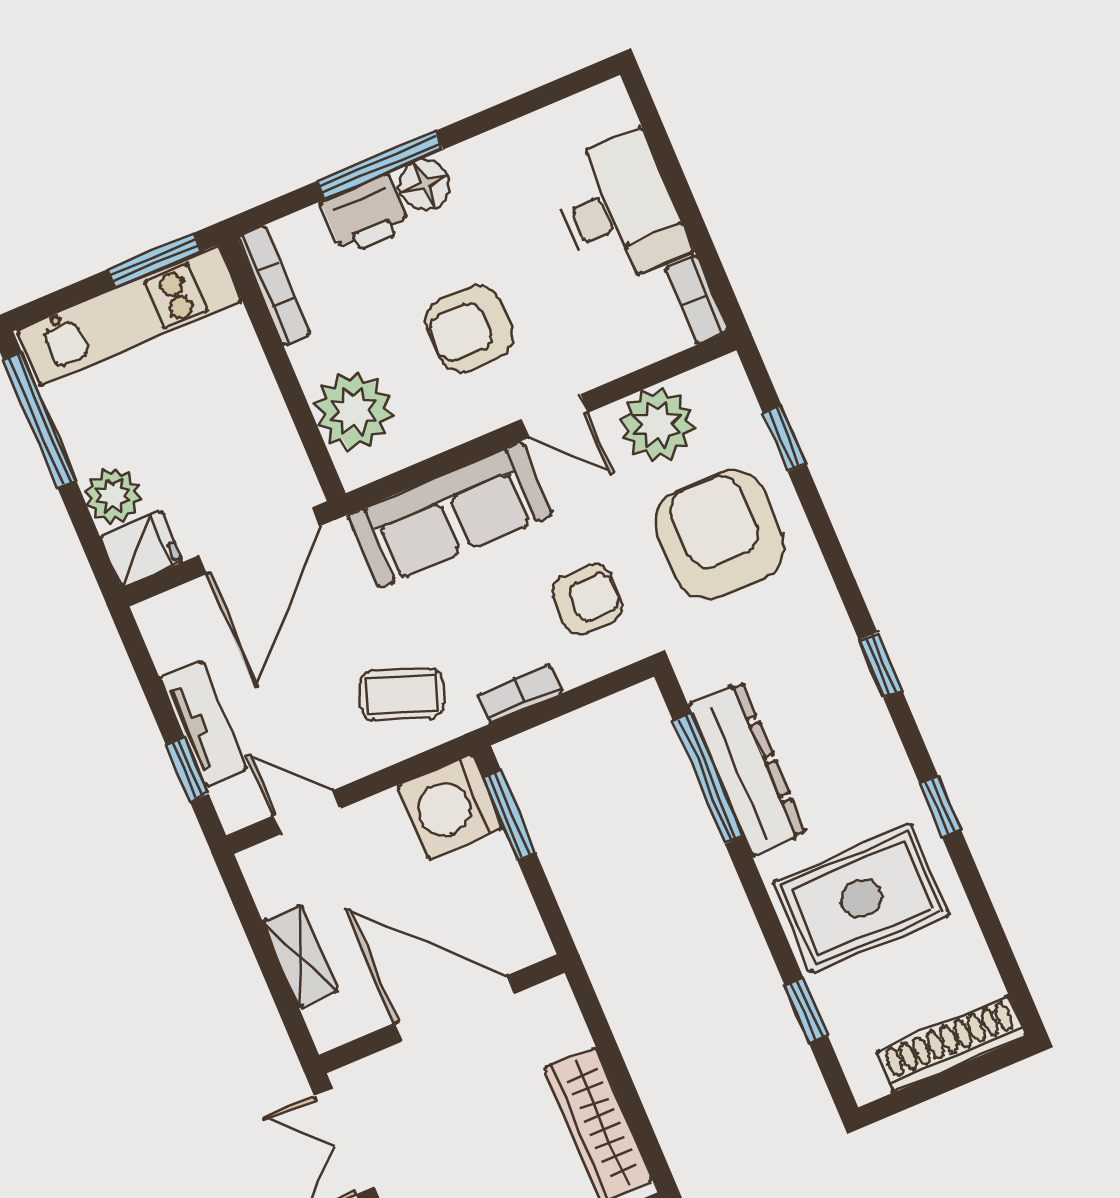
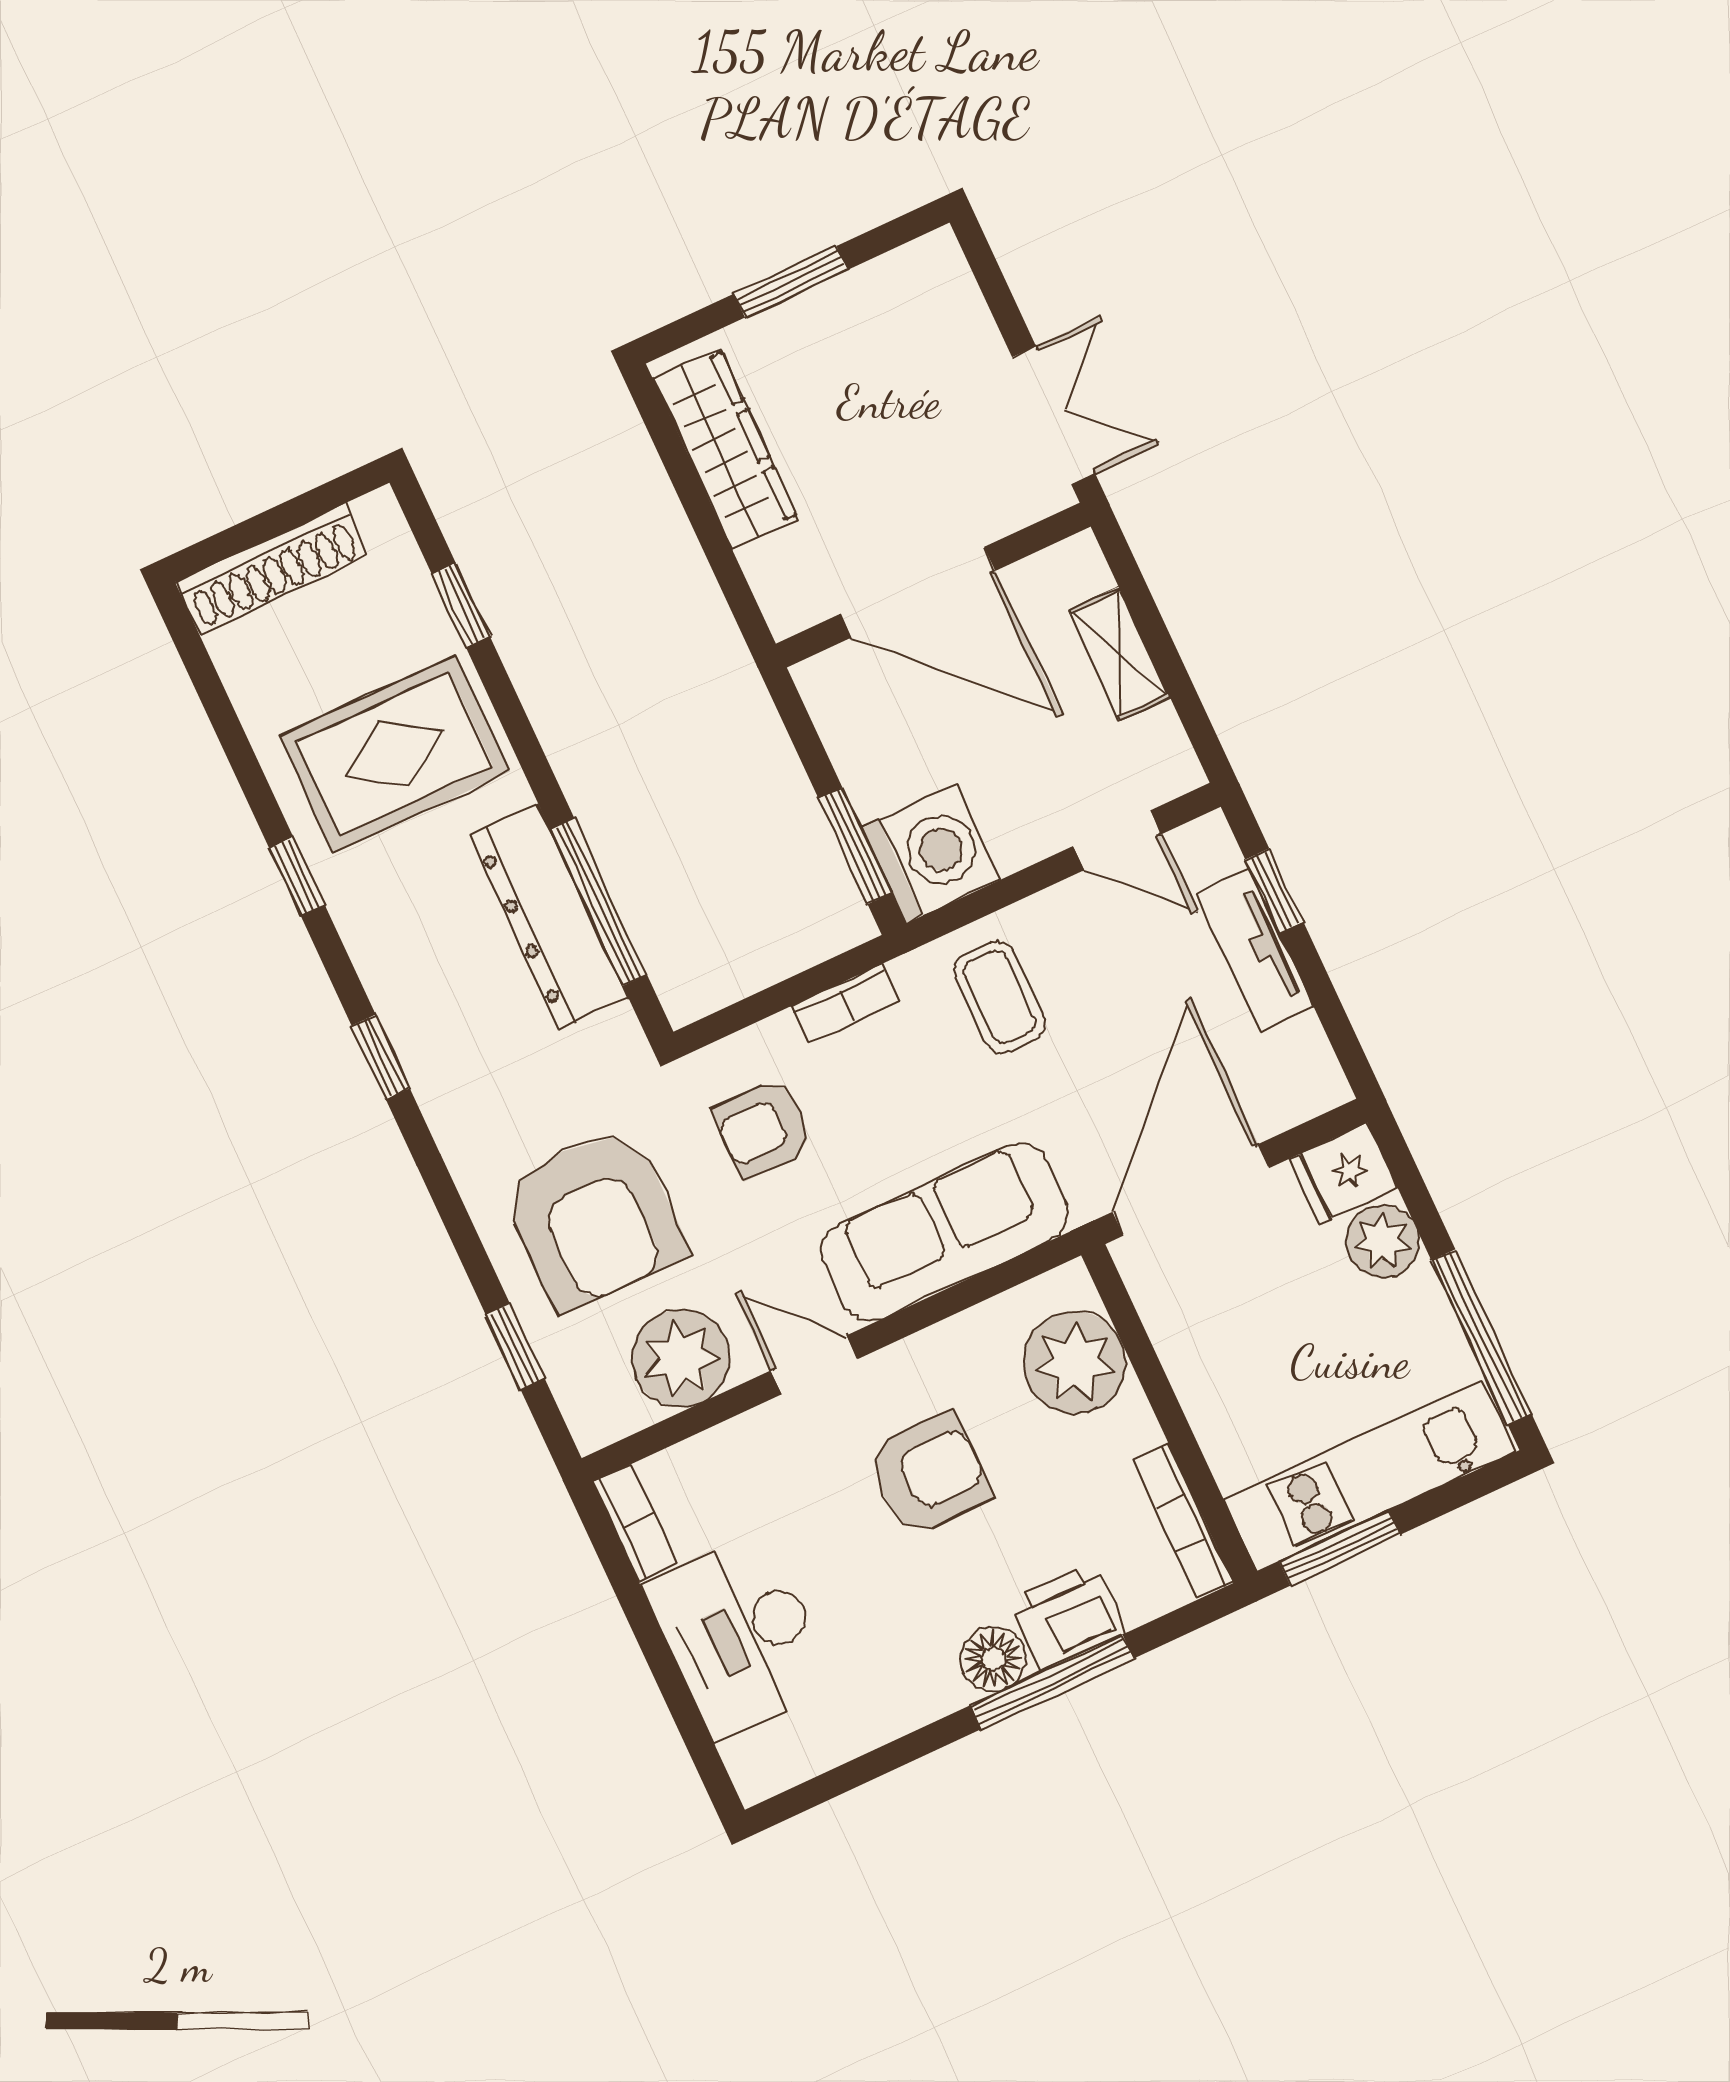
coffee table: (402, 694) -> (1000, 997), turned 69

